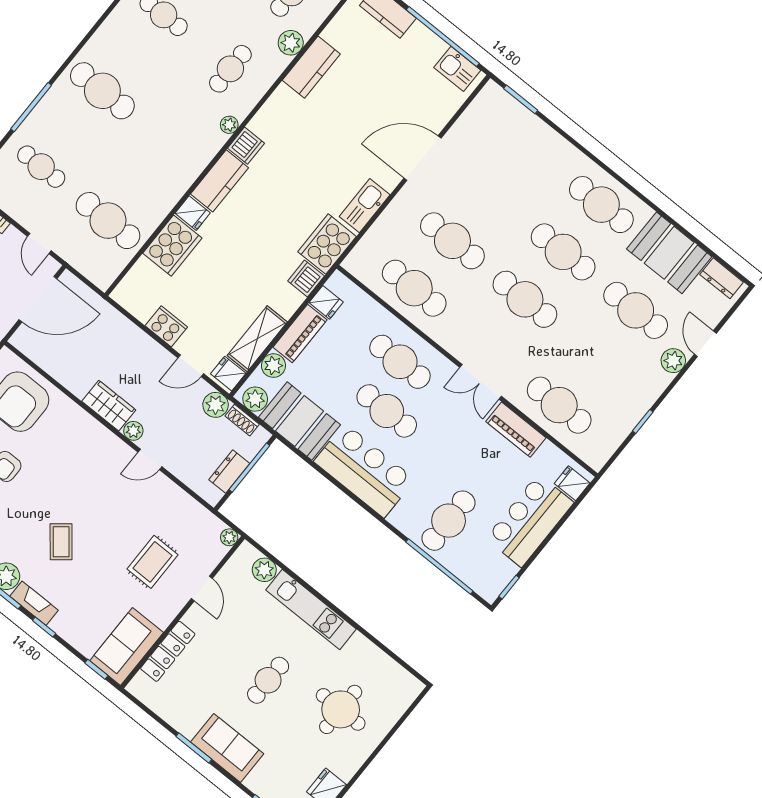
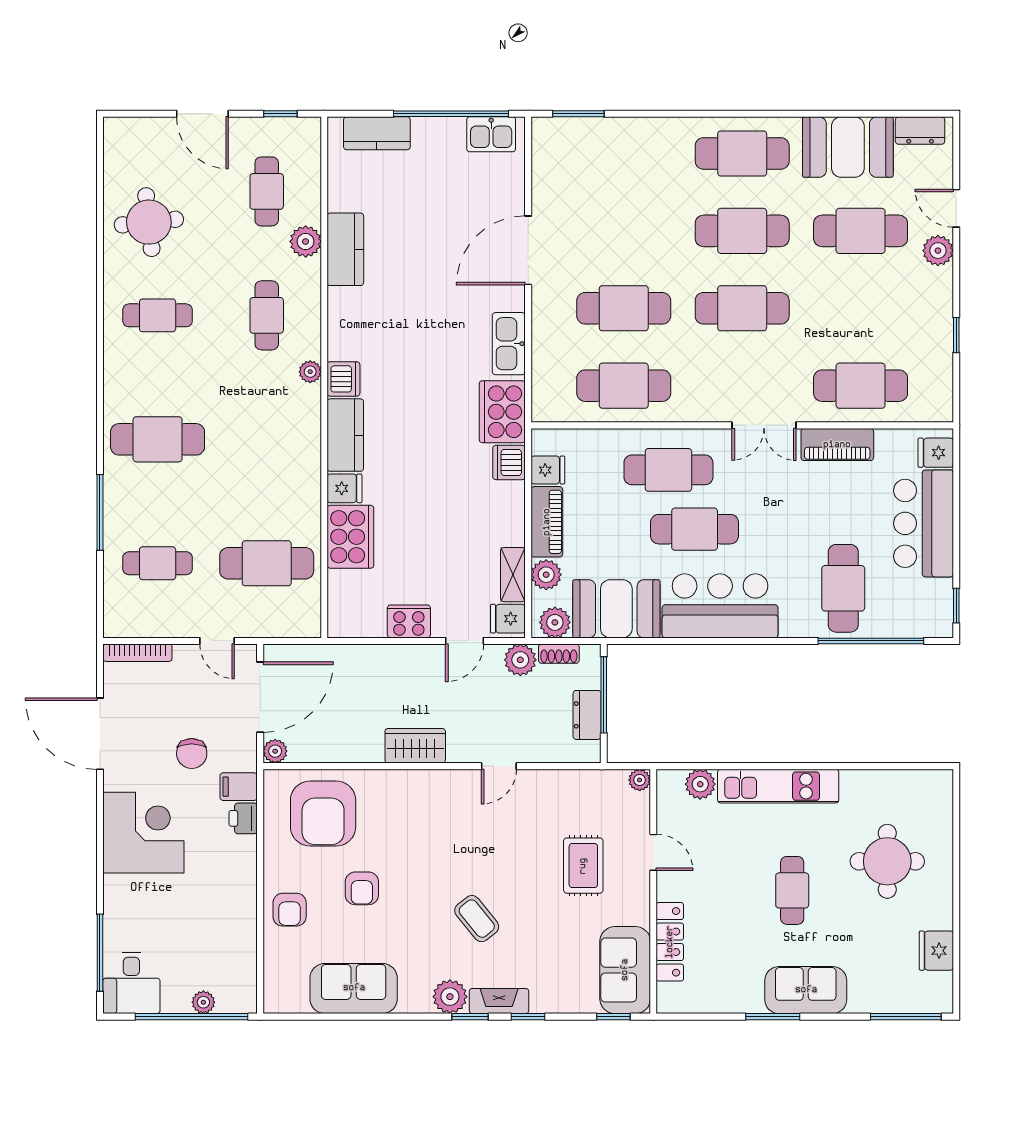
shelving: (257, 339) -> (513, 575), width x0.67, depth x0.75
plant: (133, 431) -> (275, 751), moved

